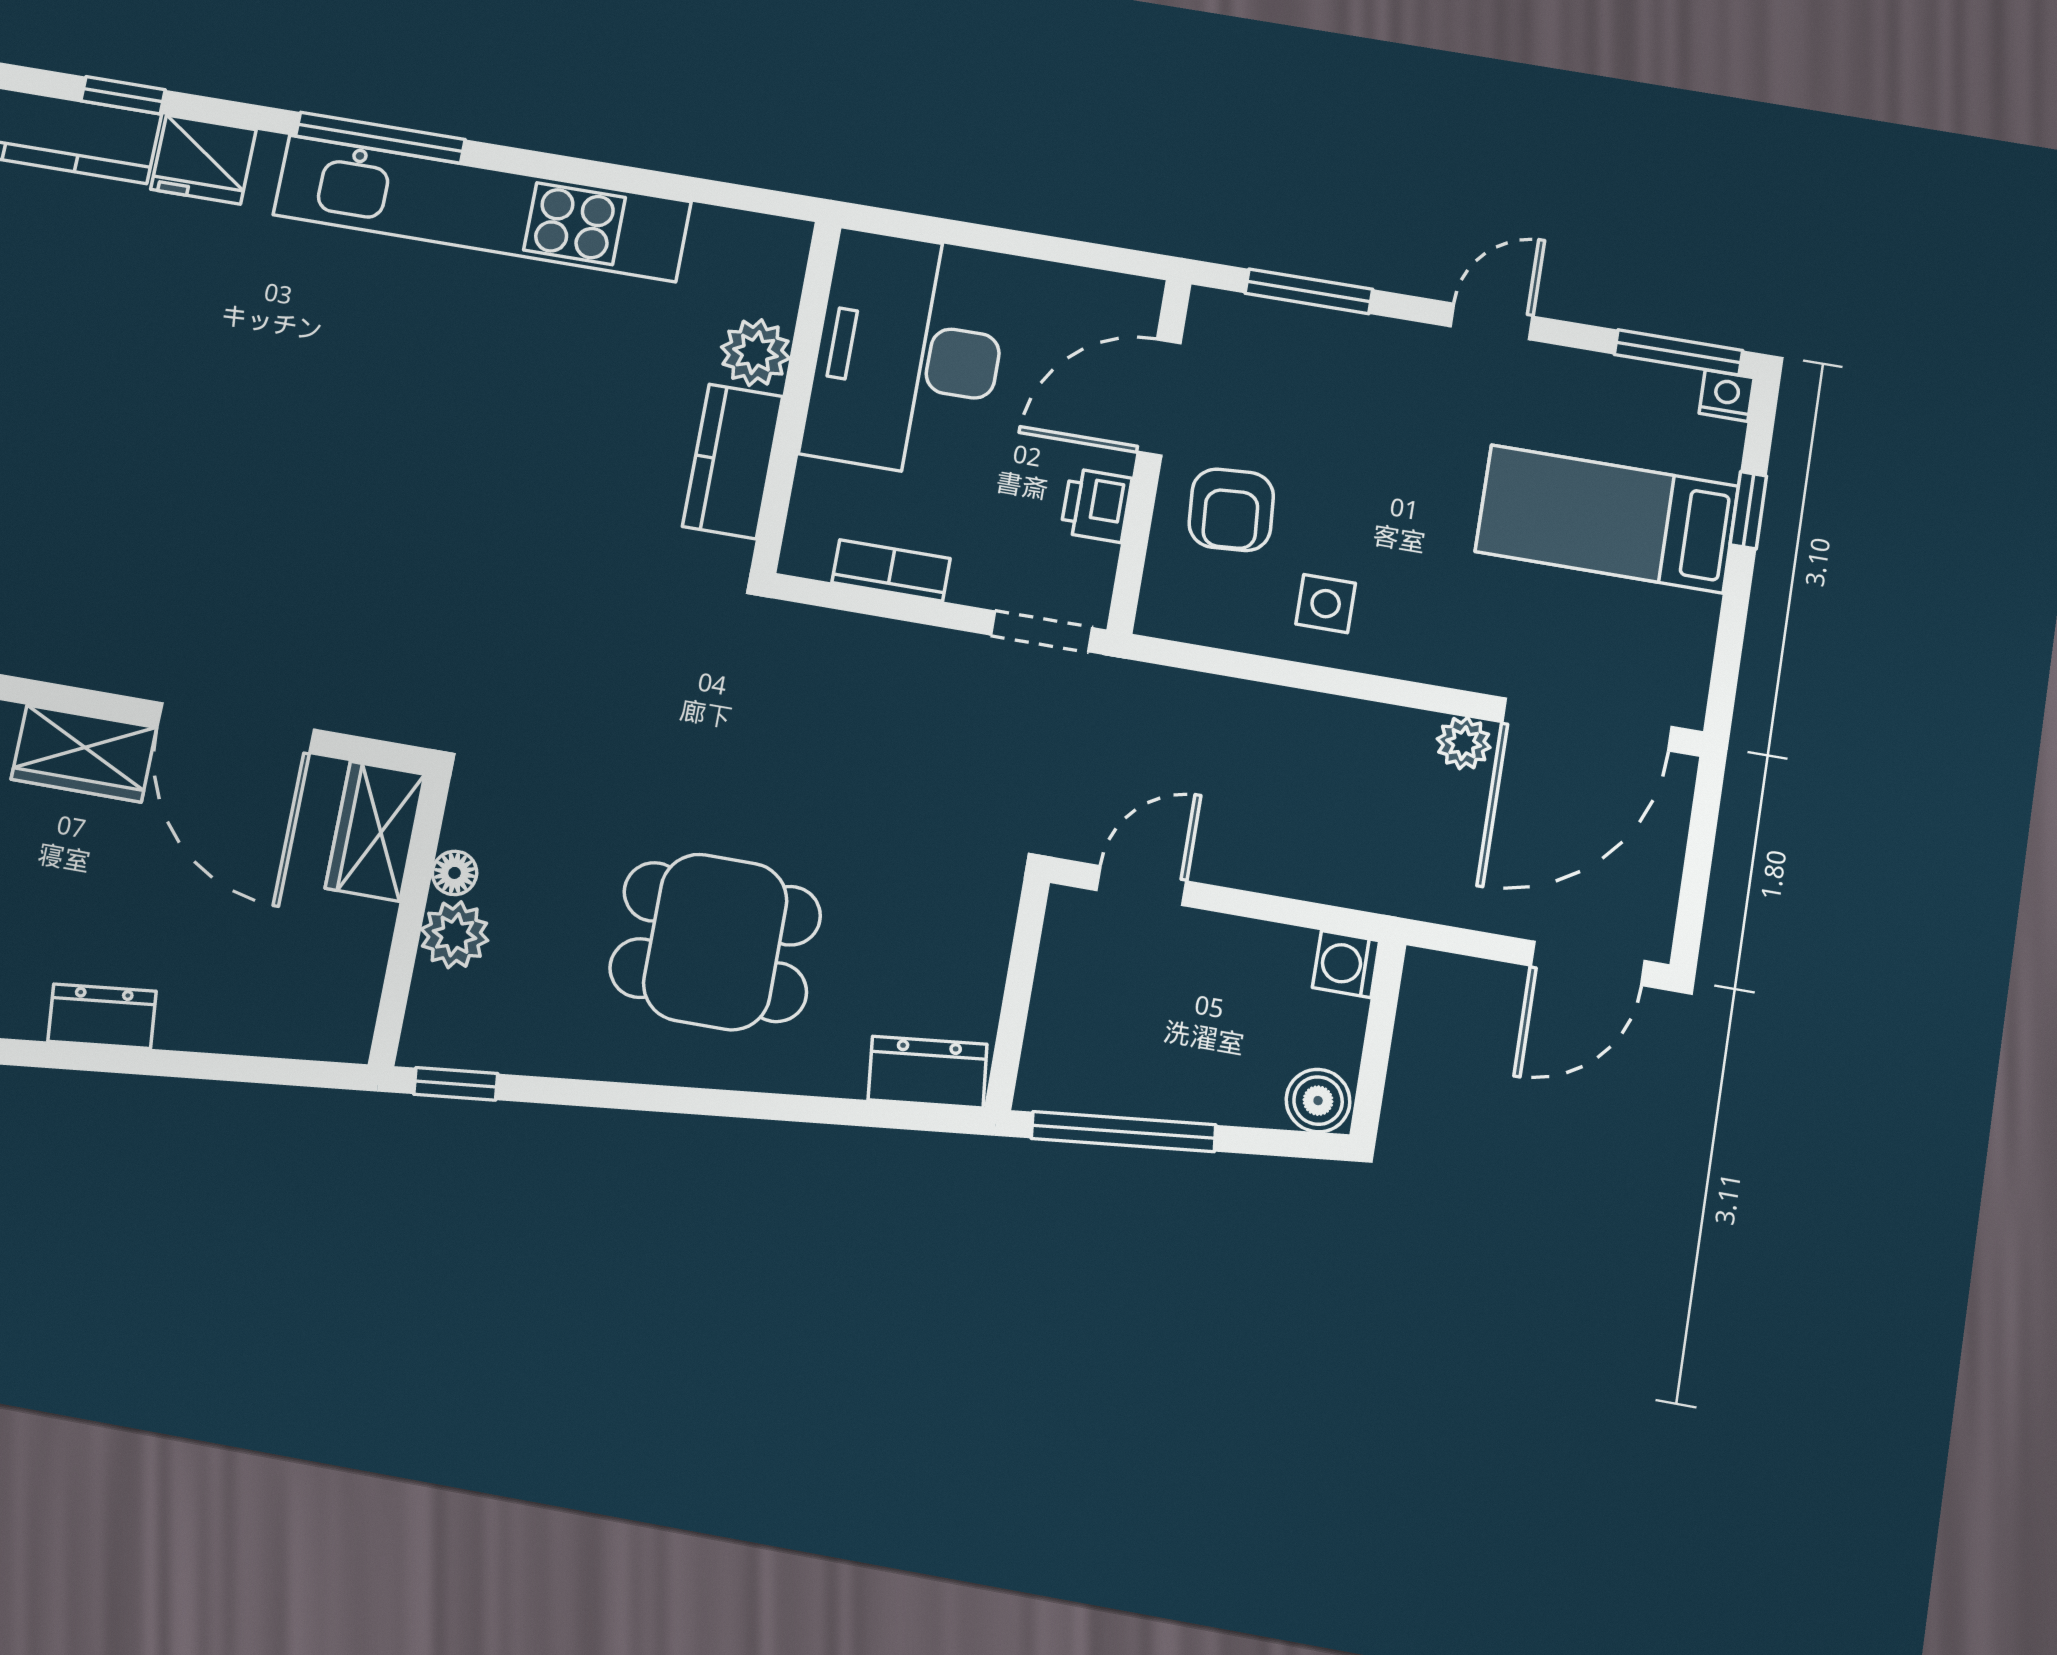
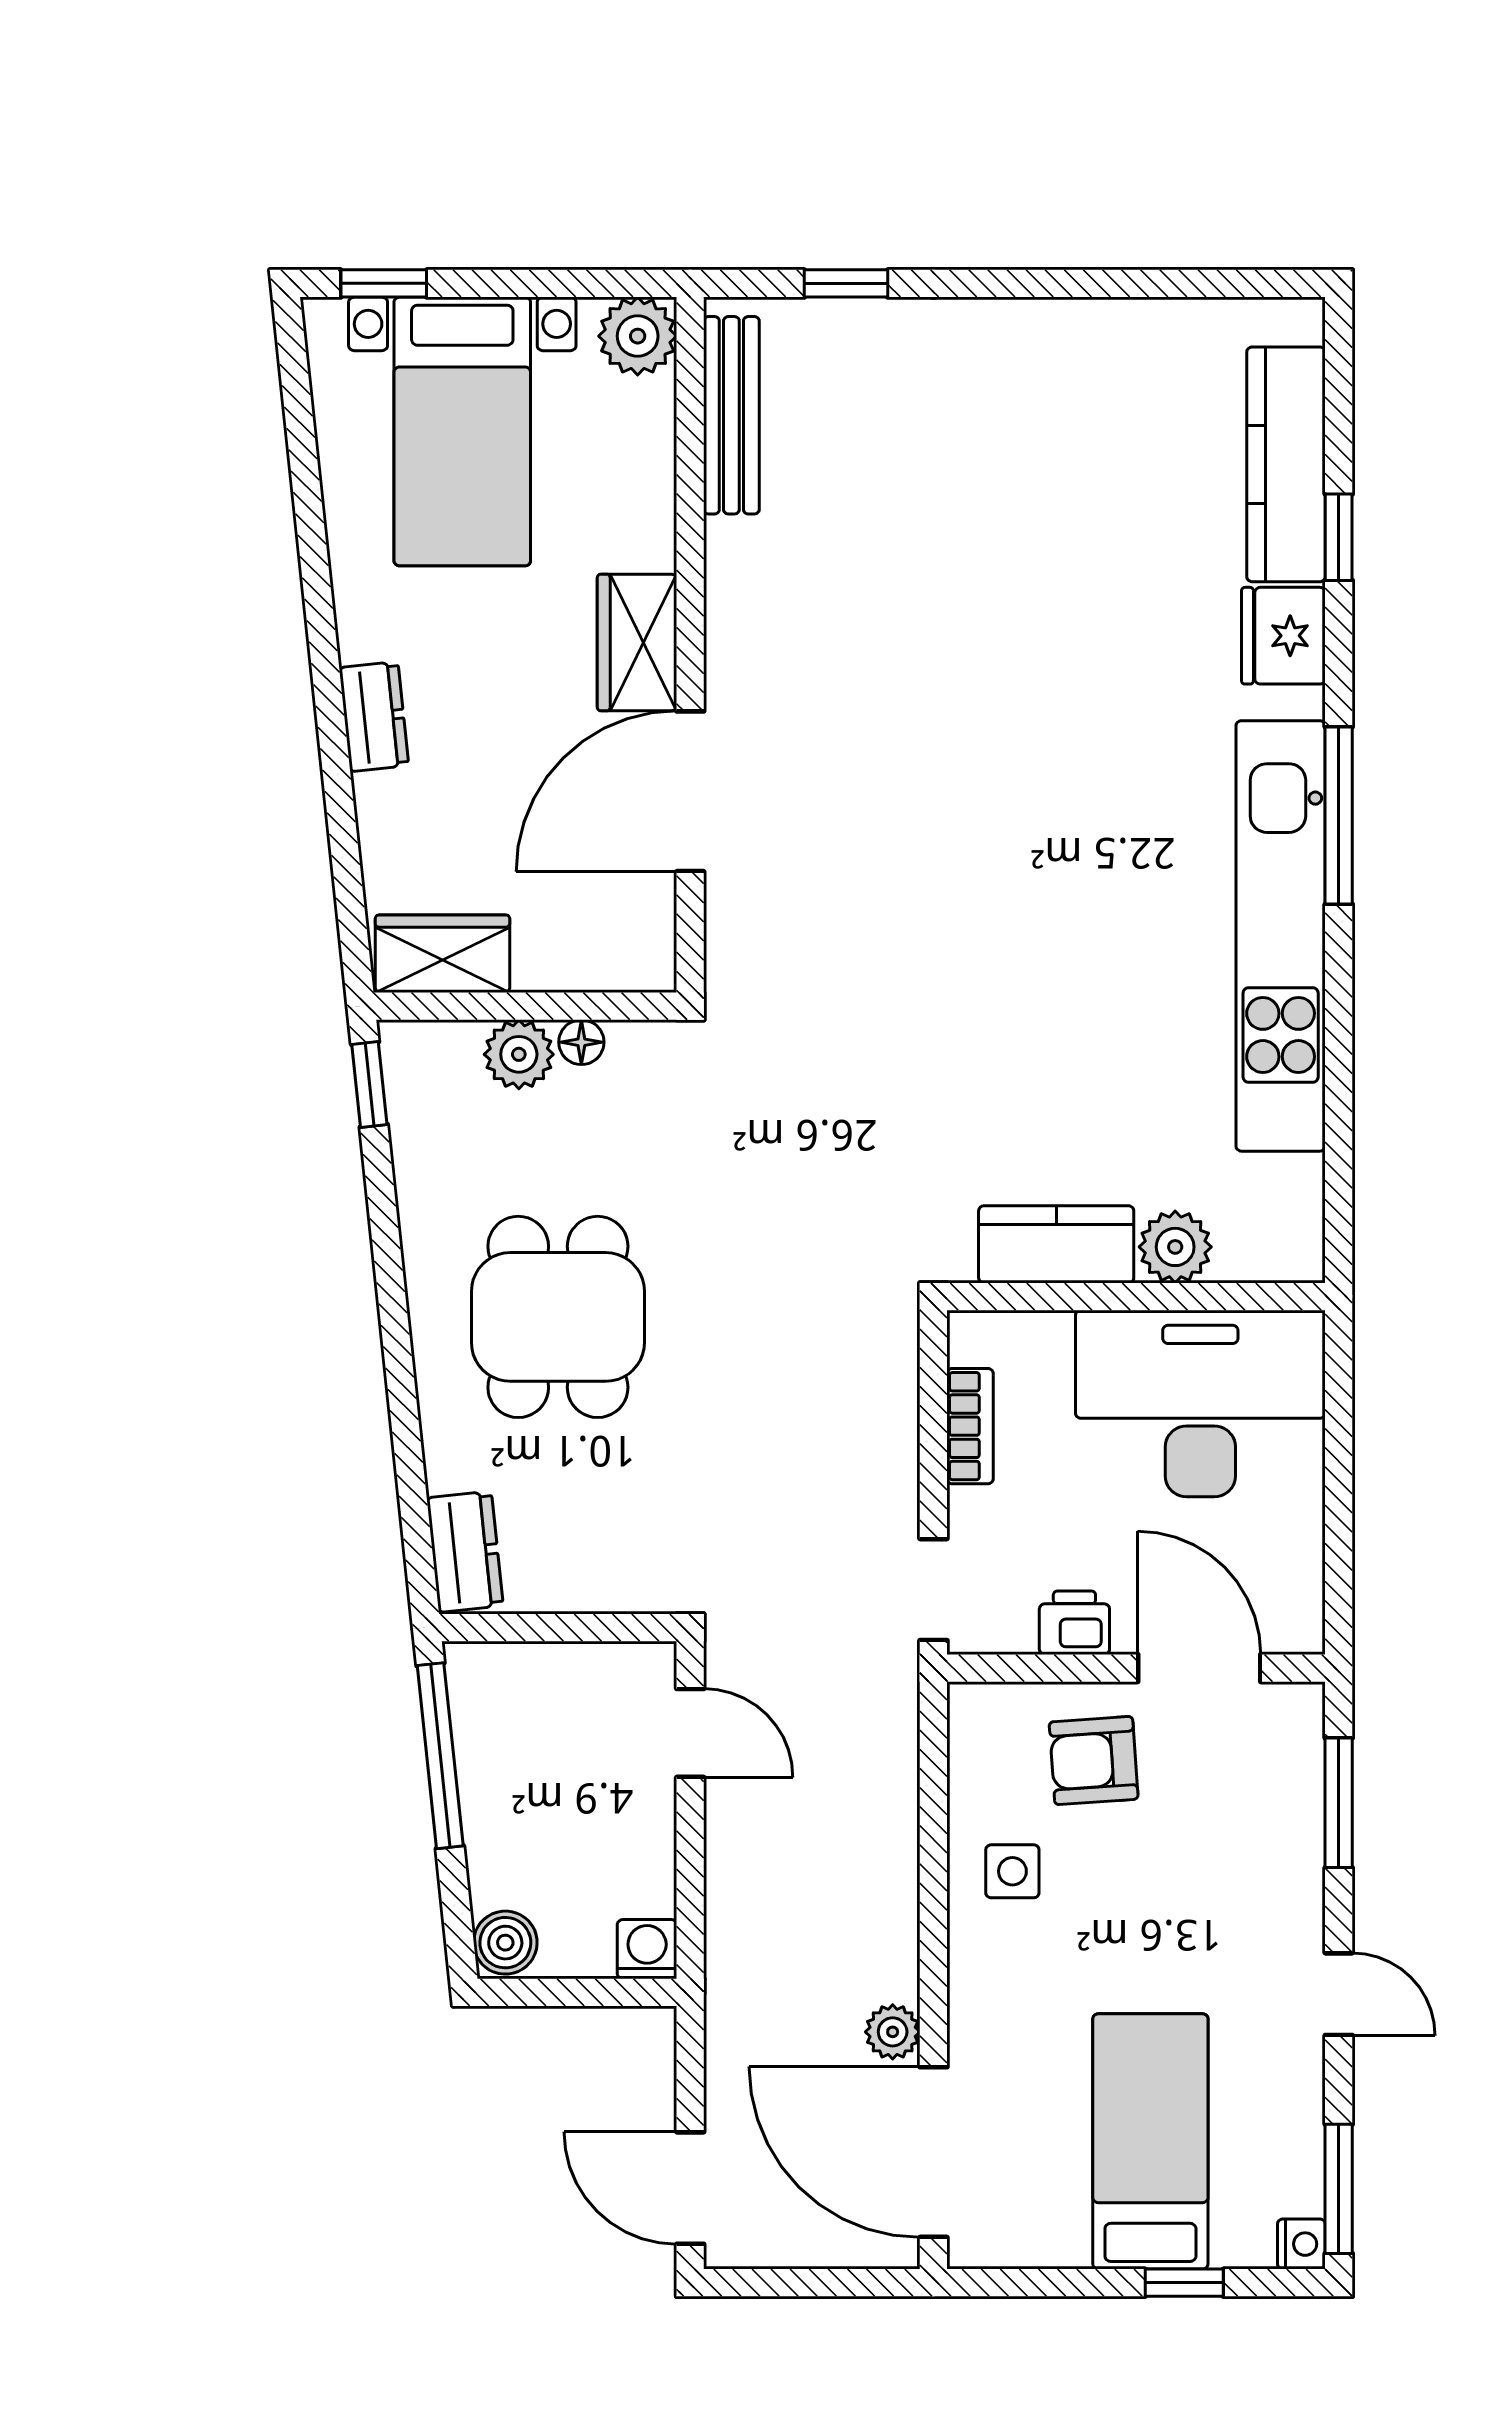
wardrobe: (375, 831) -> (442, 954), moved

